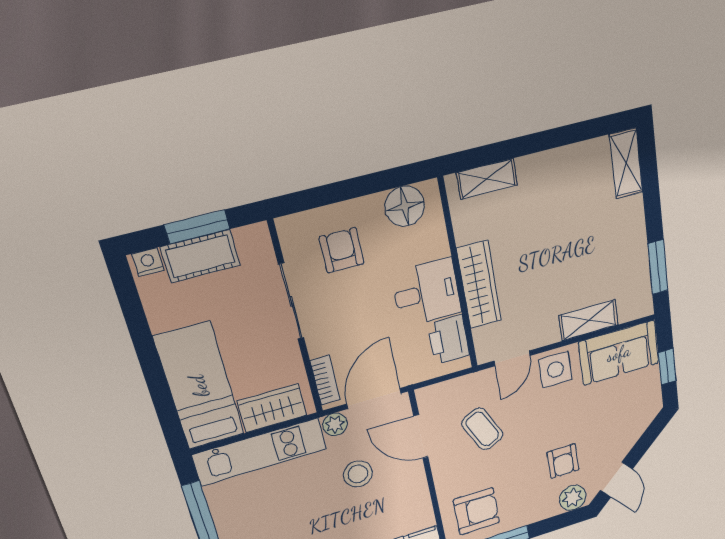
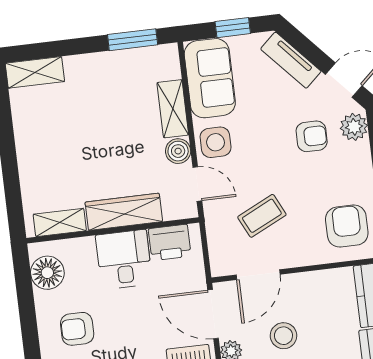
shelving: (487, 179) -> (60, 223), moved, turned 90
boiler: (546, 333) -> (178, 151), added
tv unit: (635, 428) -> (291, 60), added

